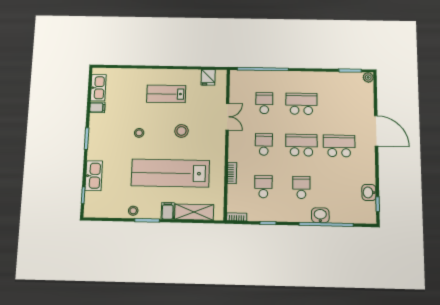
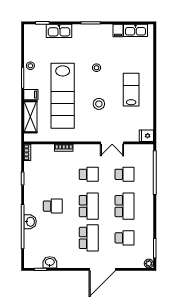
fridge: (208, 77) -> (146, 136), moved
lab bench: (170, 173) -> (63, 96), turned 180
school desk: (263, 187) -> (125, 238), moved

